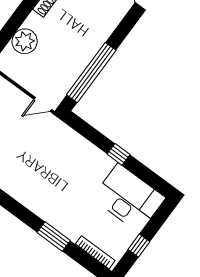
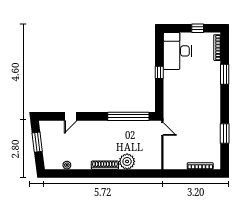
plant: (25, 41) -> (127, 161), moved

